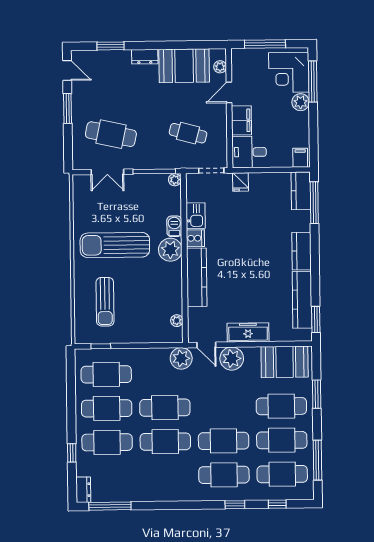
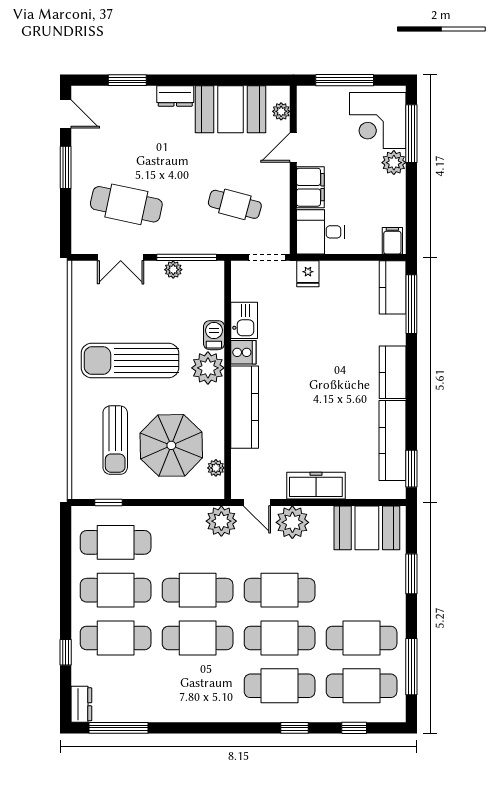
plant: (175, 180) -> (173, 270), moved
parasol: (145, 305) -> (171, 445), added
cafe table: (281, 406) -> (280, 590), moved

